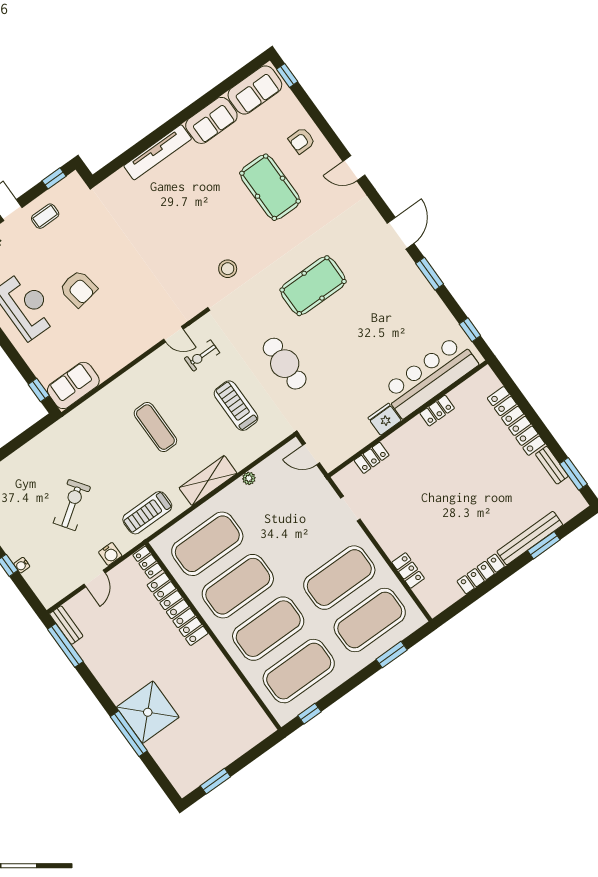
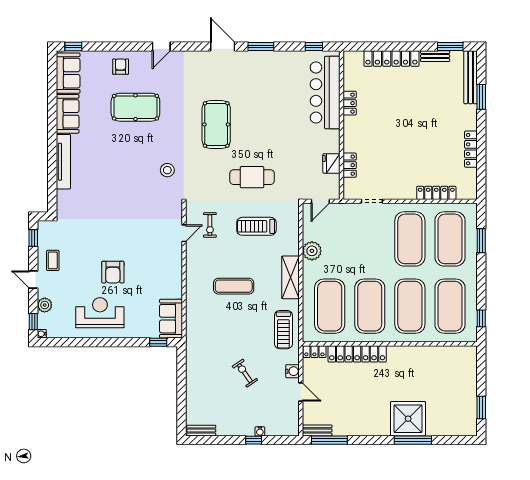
armchair: (302, 141) -> (121, 67), turned 180
armchair: (78, 289) -> (113, 272), turned 99
fridge: (385, 419) -> (331, 164), moved
plant: (249, 478) -> (312, 251), width x1.87, depth x1.87
exercise bike: (72, 505) -> (245, 373), width x0.73, depth x0.72
bench: (530, 538) -> (471, 77), moved
locker: (408, 570) -> (436, 193), width x1.53

